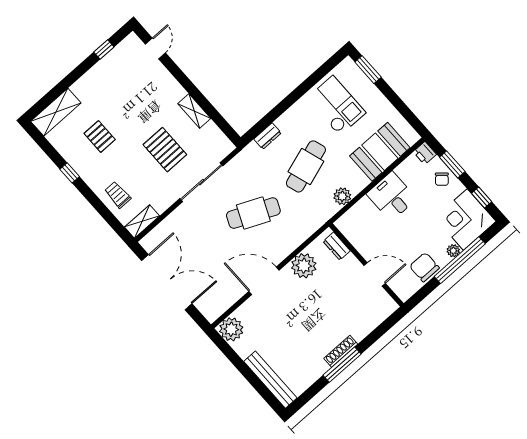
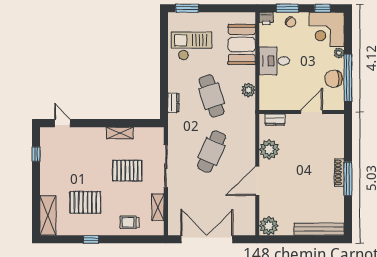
pallet: (100, 136) -> (85, 202), width x1.50, depth x1.42
shelving: (142, 221) -> (158, 207), moved
window: (460, 260) -> (348, 78), moved

